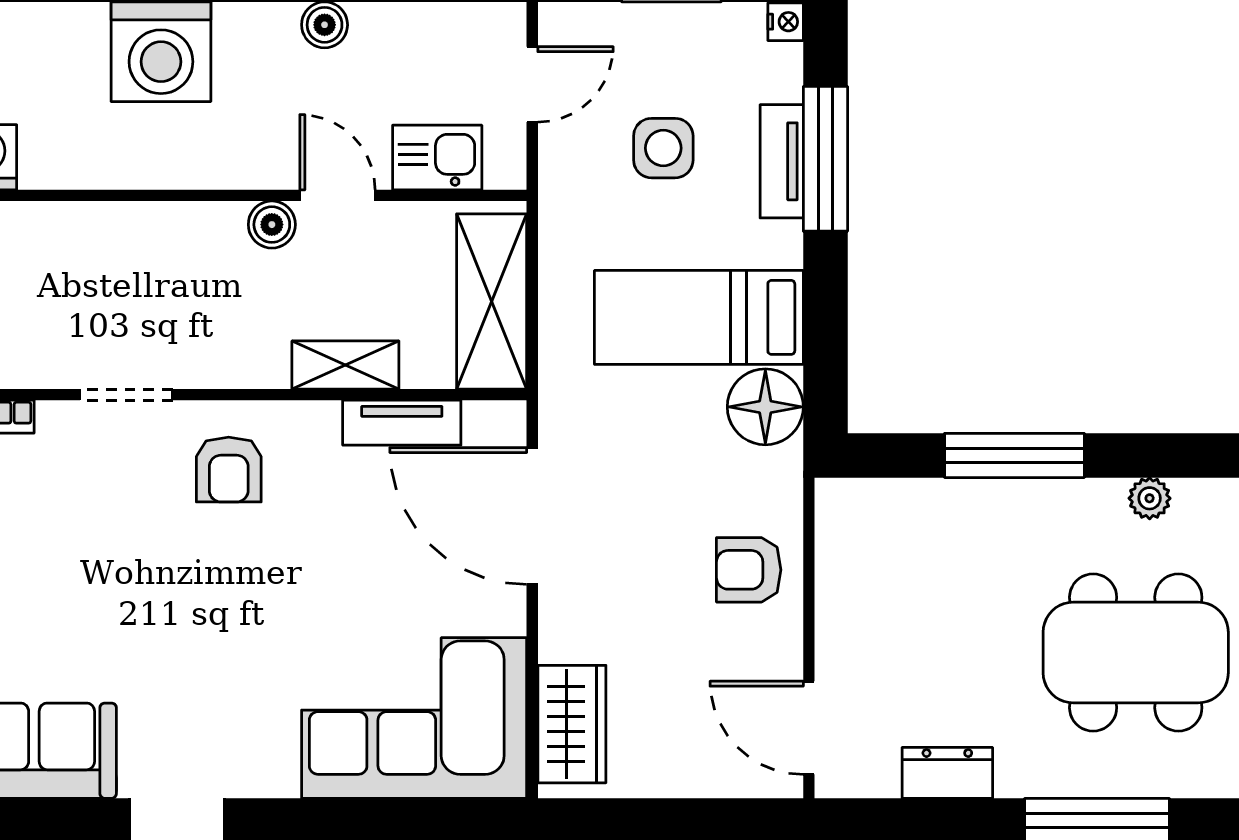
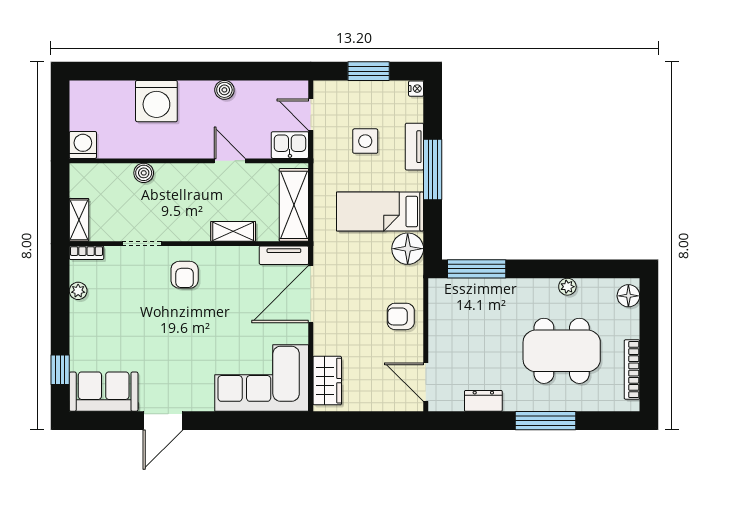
door: (532, 84) -> (311, 115), swing flipped
kitchen sink: (437, 158) -> (290, 145), moved
window: (825, 159) -> (433, 170), moved
boiler: (272, 225) -> (144, 173), moved
tv unit: (402, 423) -> (284, 255), moved
window: (1014, 455) -> (477, 269), moved
door: (532, 516) -> (311, 294), hinge flipped

